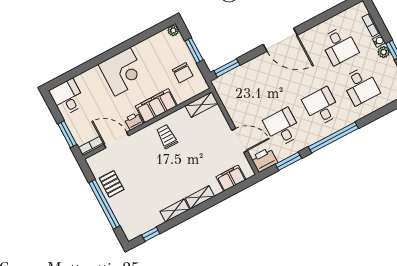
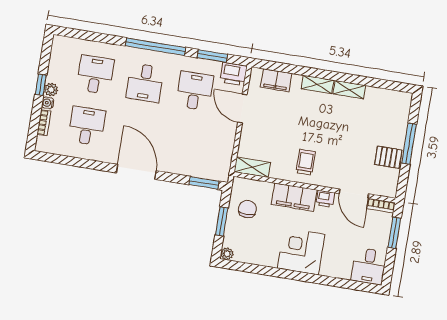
desk: (282, 127) -> (195, 91), turned 180
trolley: (167, 136) -> (306, 162), turned 180
pallet: (112, 184) -> (388, 157), turned 90
window: (104, 204) -> (409, 144), width x0.68
window: (151, 234) -> (388, 85), removed

